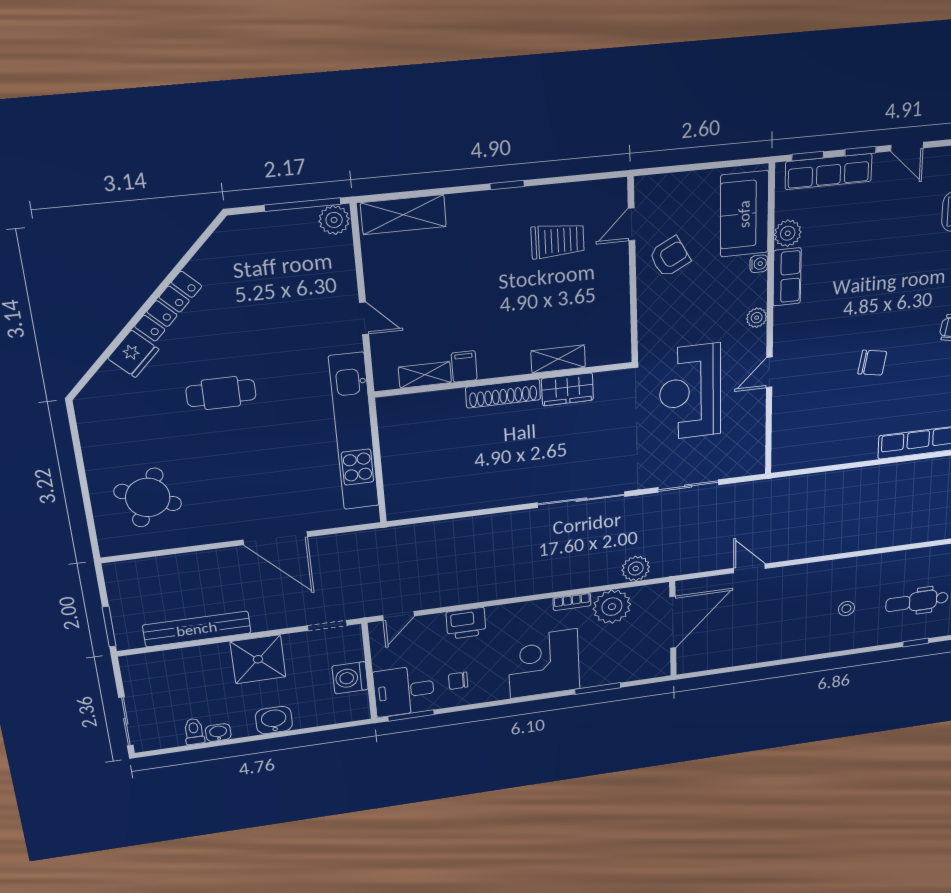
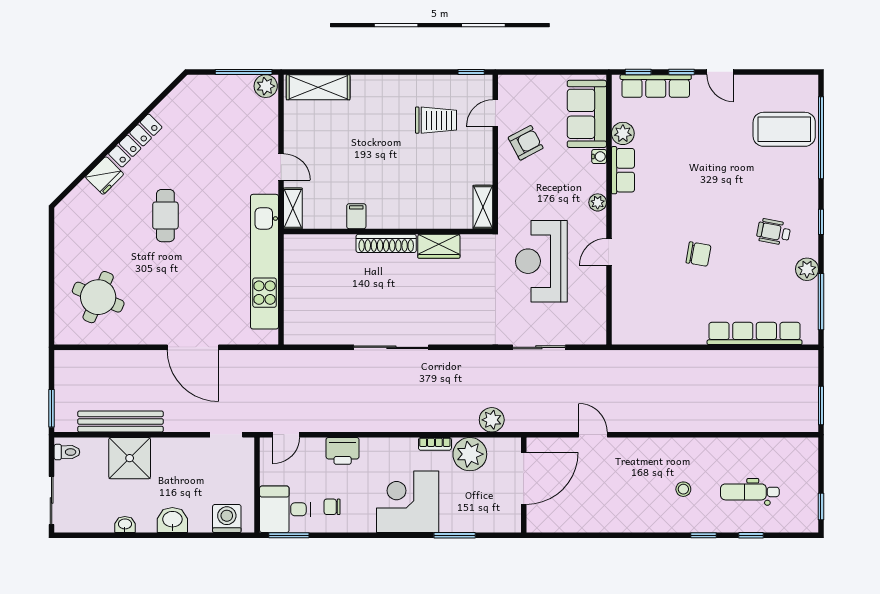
window: (507, 185) -> (471, 72), moved
shelving: (558, 359) -> (483, 207), moved, turned 90
shelving: (425, 375) -> (293, 208), moved, turned 90
cafe table: (221, 393) -> (165, 216), turned 90
sliding door: (581, 500) -> (391, 347), moved
window: (866, 650) -> (704, 535), added
shower: (258, 659) -> (130, 458), moved
washing machine: (350, 678) -> (227, 519), moved, turned 90
toilet: (194, 731) -> (67, 452), moved, turned 90

